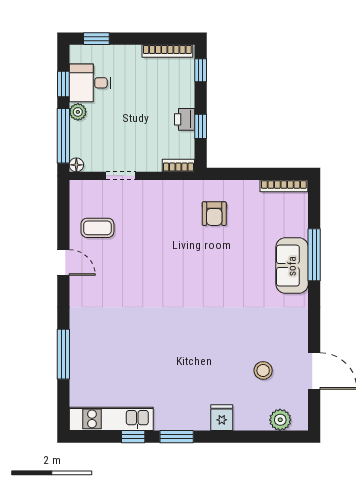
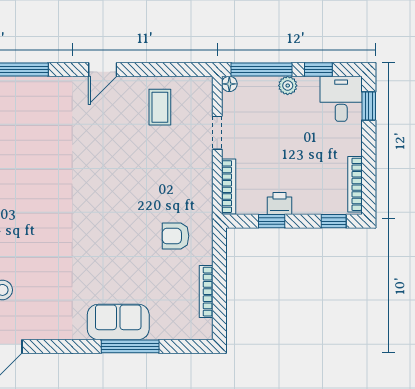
desk: (90, 83) -> (341, 99), moved
bookcase: (178, 165) -> (229, 187), width x1.56
bookcase: (284, 186) -> (206, 292), moved
door: (63, 263) -> (103, 70), moved

